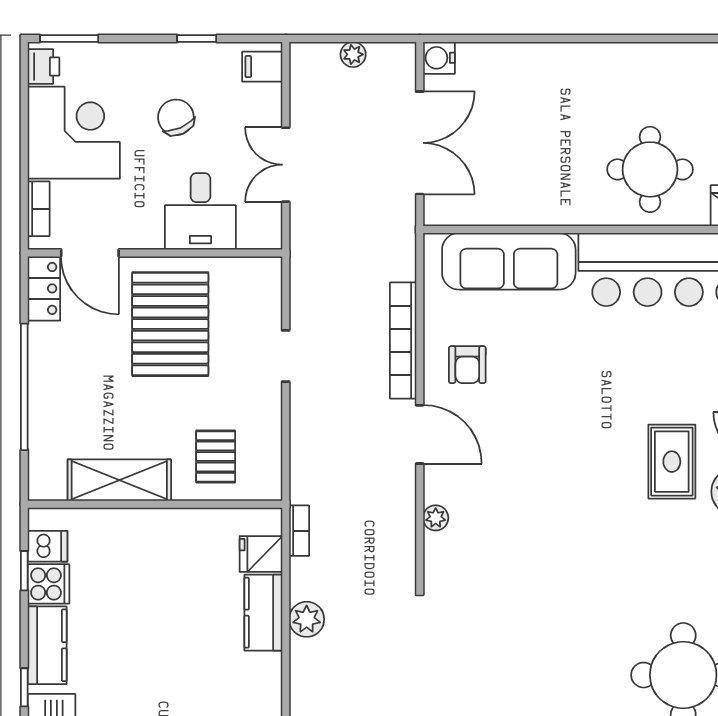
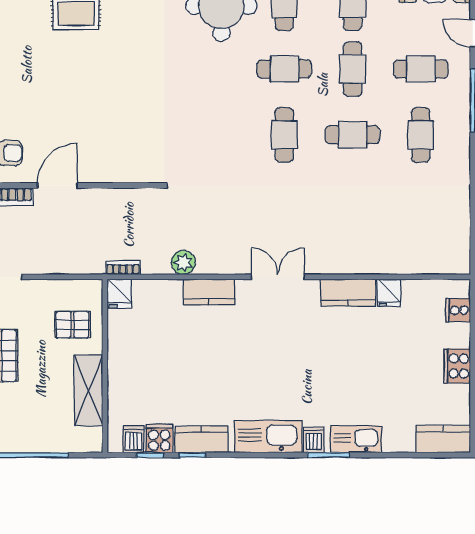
plant: (436, 518) -> (114, 175), removed
fridge: (261, 554) -> (119, 294), moved
kitchen counter: (263, 613) -> (209, 292), moved
window: (24, 687) -> (193, 455), moved

